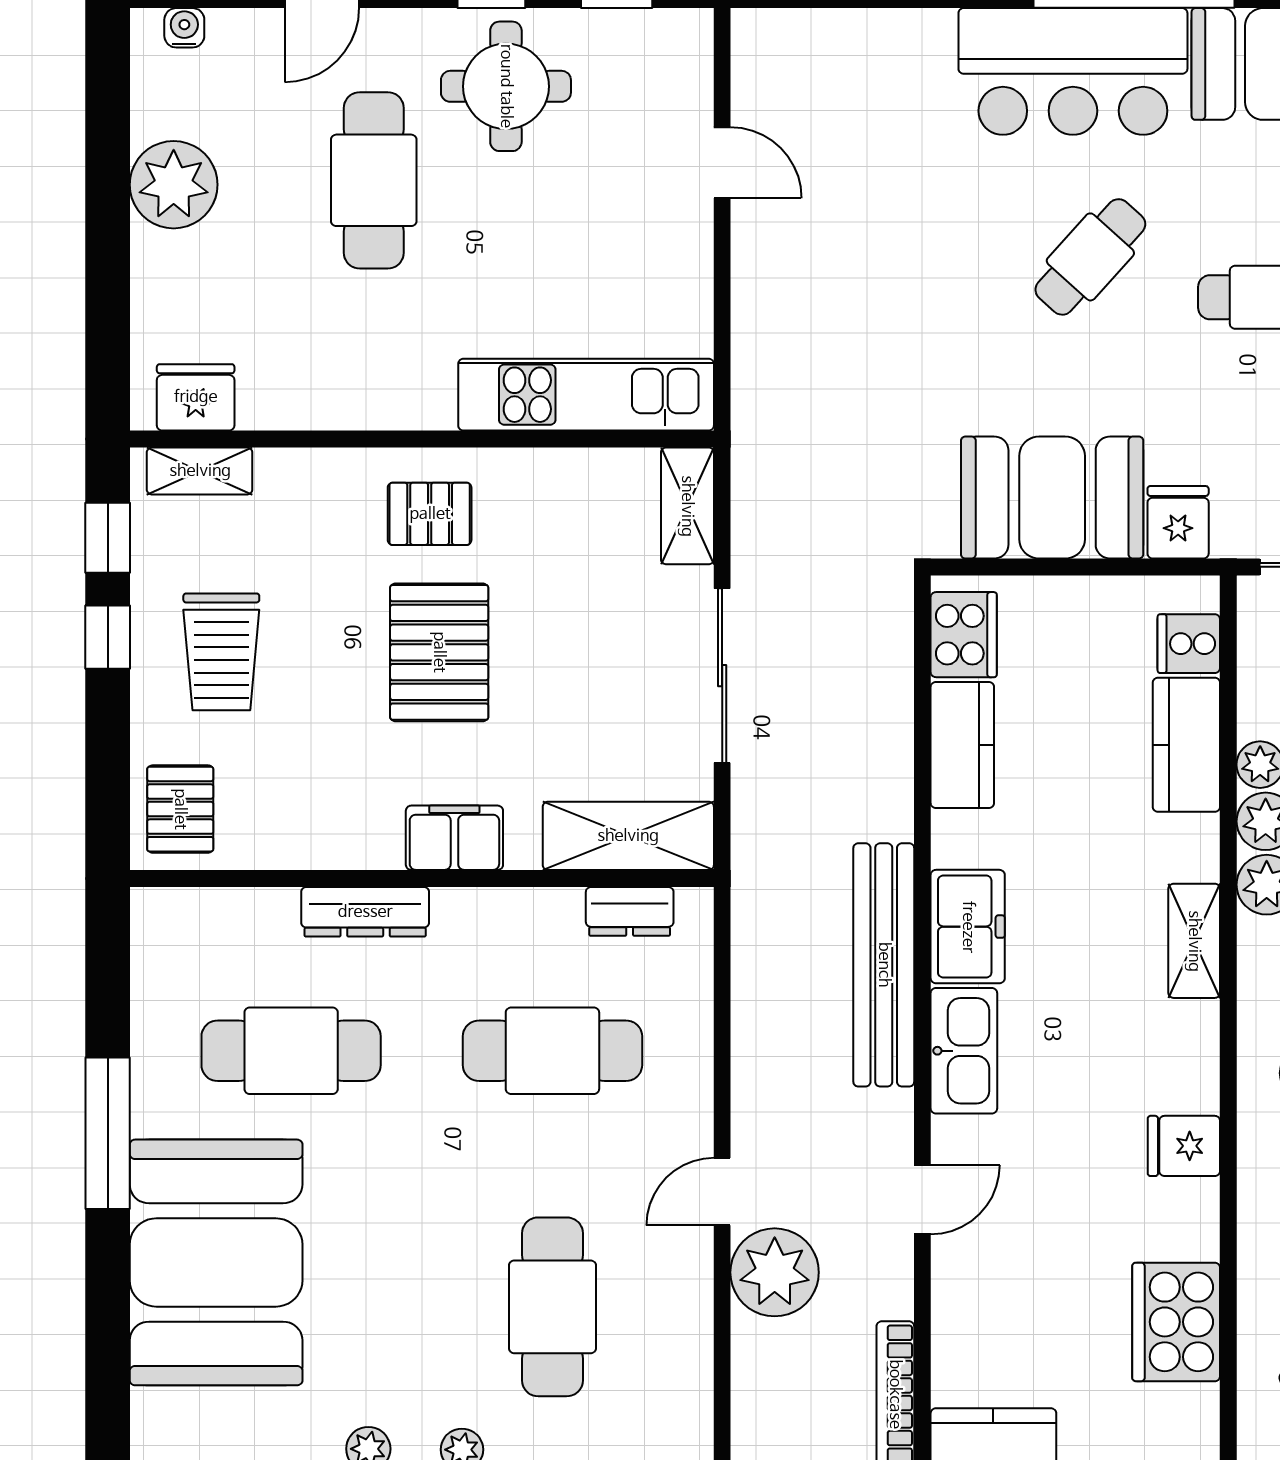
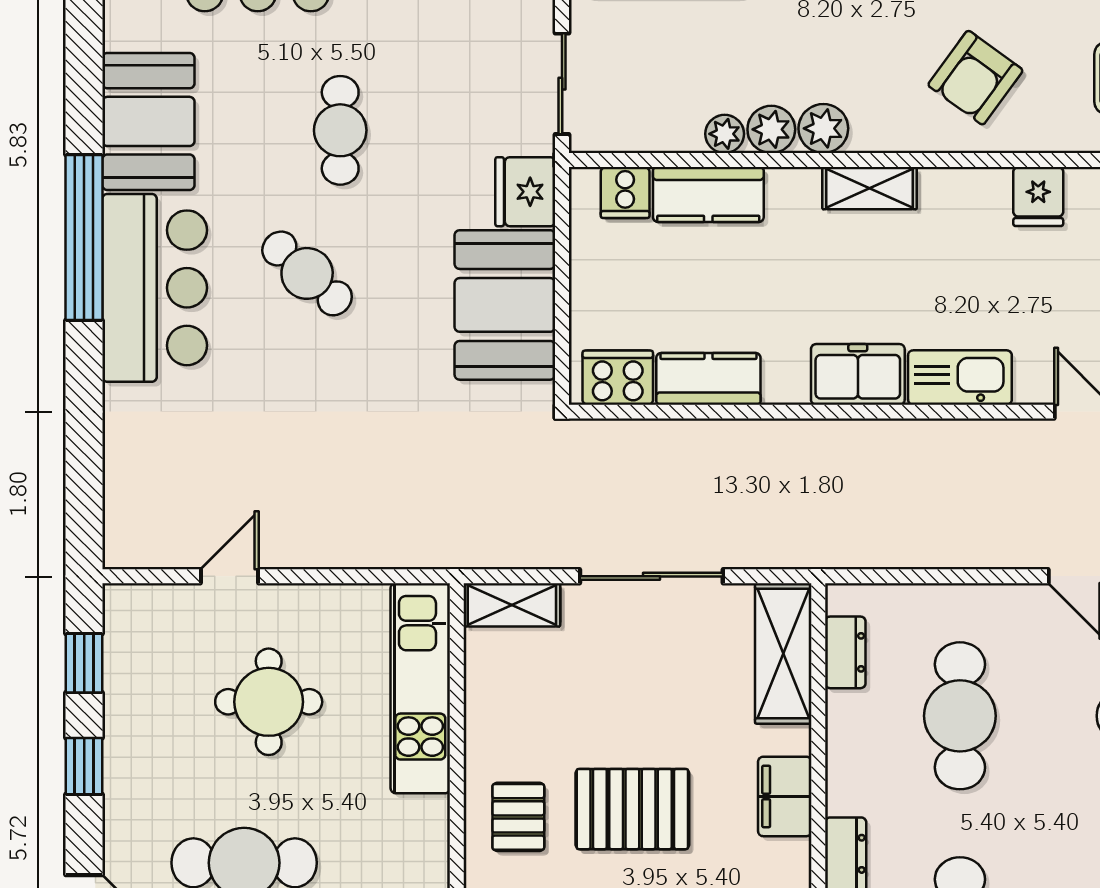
round table: (506, 86) -> (269, 702), moved
fridge: (1178, 522) -> (525, 192), width x1.38
bench: (884, 965) -> (889, 443), removed

